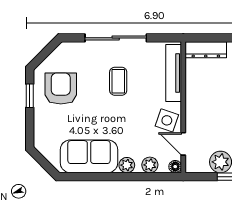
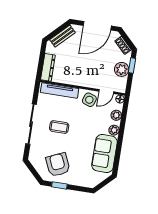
armchair: (61, 89) -> (58, 165), turned 66

